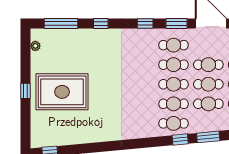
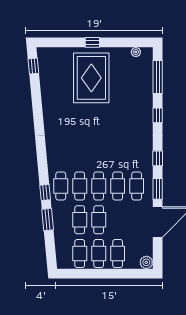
cafe table: (208, 65) -> (118, 220), removed

